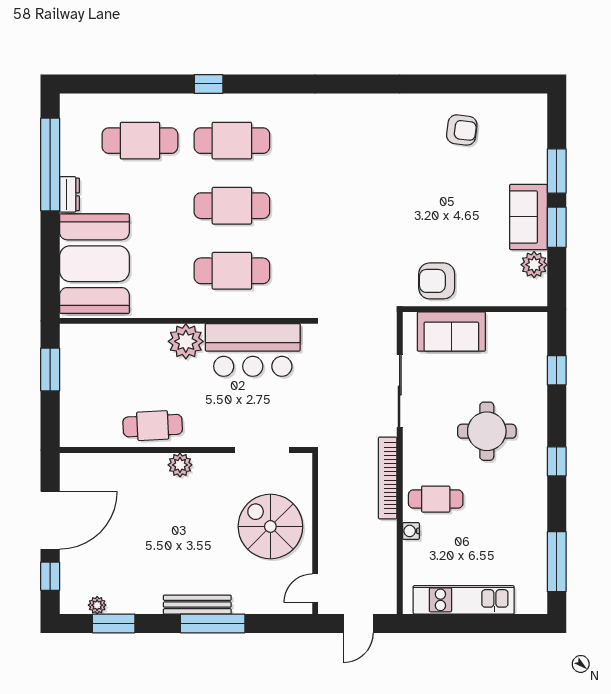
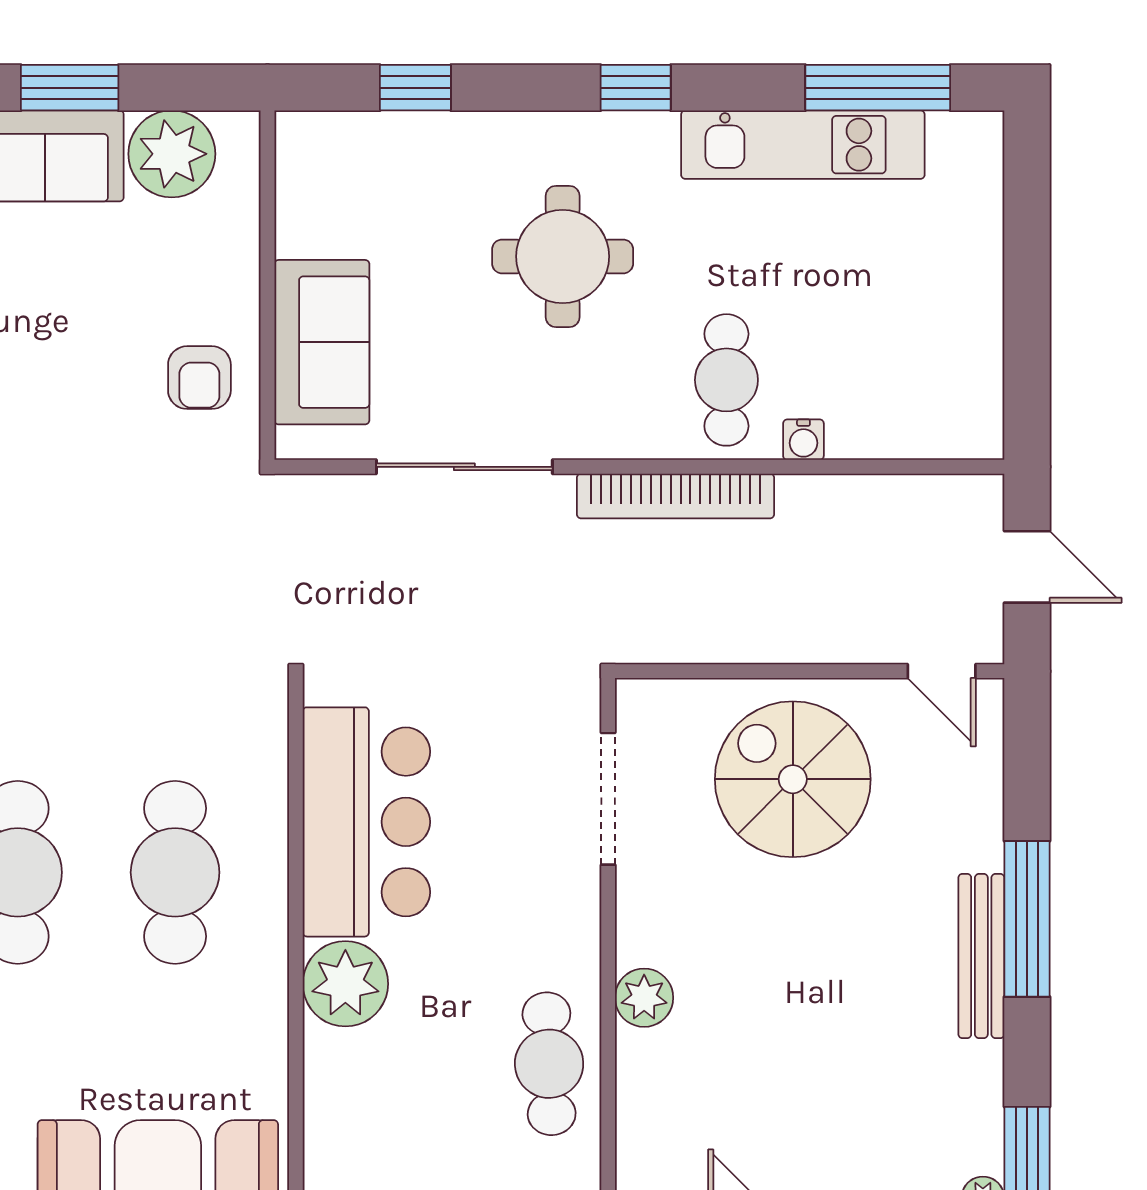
plant: (534, 265) -> (172, 154), width x1.36, depth x1.36
armchair: (437, 281) -> (199, 378), width x0.72, depth x0.72
spiral stairs: (270, 526) -> (793, 779), turned 90
kitchen unit: (464, 600) -> (803, 145), moved, turned -90

